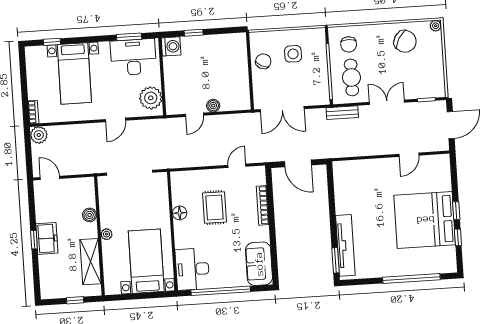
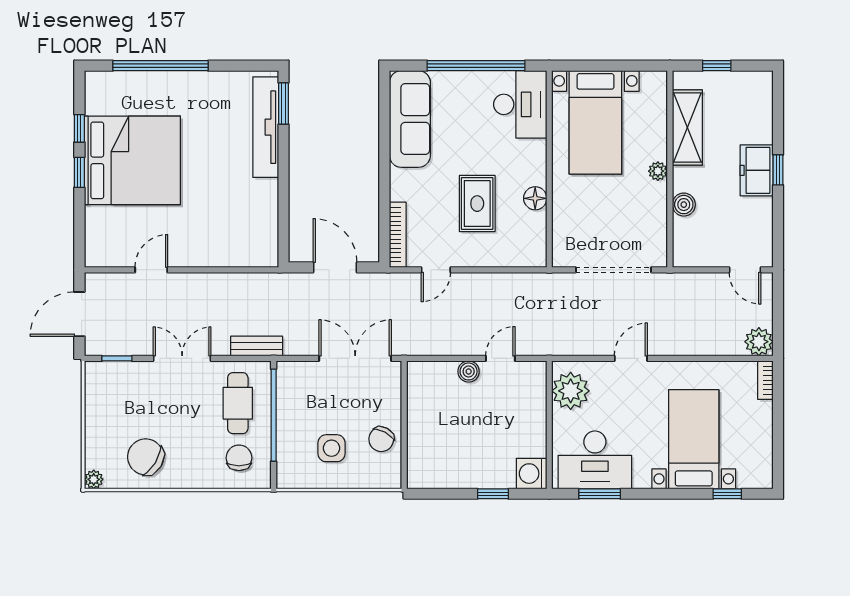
double door: (387, 102) -> (182, 358), swing flipped
bookcase: (263, 205) -> (398, 235), moved
sofa: (259, 264) -> (410, 119), width x1.36

